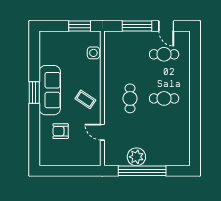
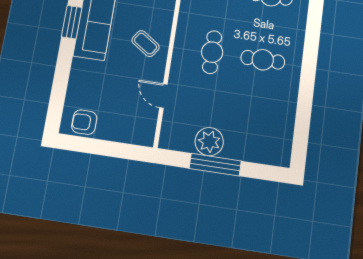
armchair: (61, 131) -> (84, 122), moved
window: (142, 171) -> (215, 165), width x0.68

